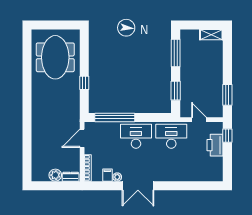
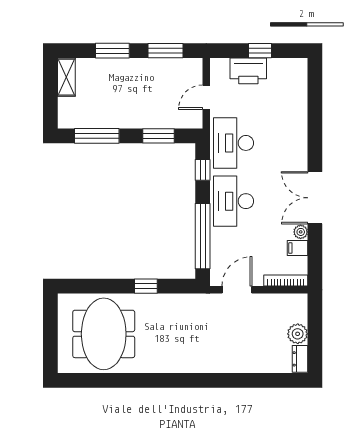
meeting table: (55, 57) -> (104, 334), turned 90
window: (227, 63) -> (112, 51), added
window: (155, 117) -> (203, 170), added
window: (227, 136) -> (260, 51), moved
door: (82, 138) -> (237, 290), swing flipped
dresser: (71, 177) -> (300, 359), moved
double door: (138, 186) -> (315, 198), swing flipped

